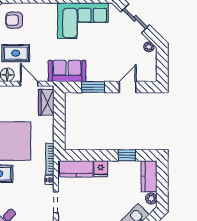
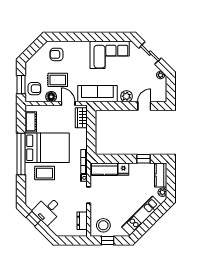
sofa: (67, 71) -> (97, 94), width x1.36
plant: (105, 74) -> (126, 96), added
window: (93, 87) -> (118, 106), removed

